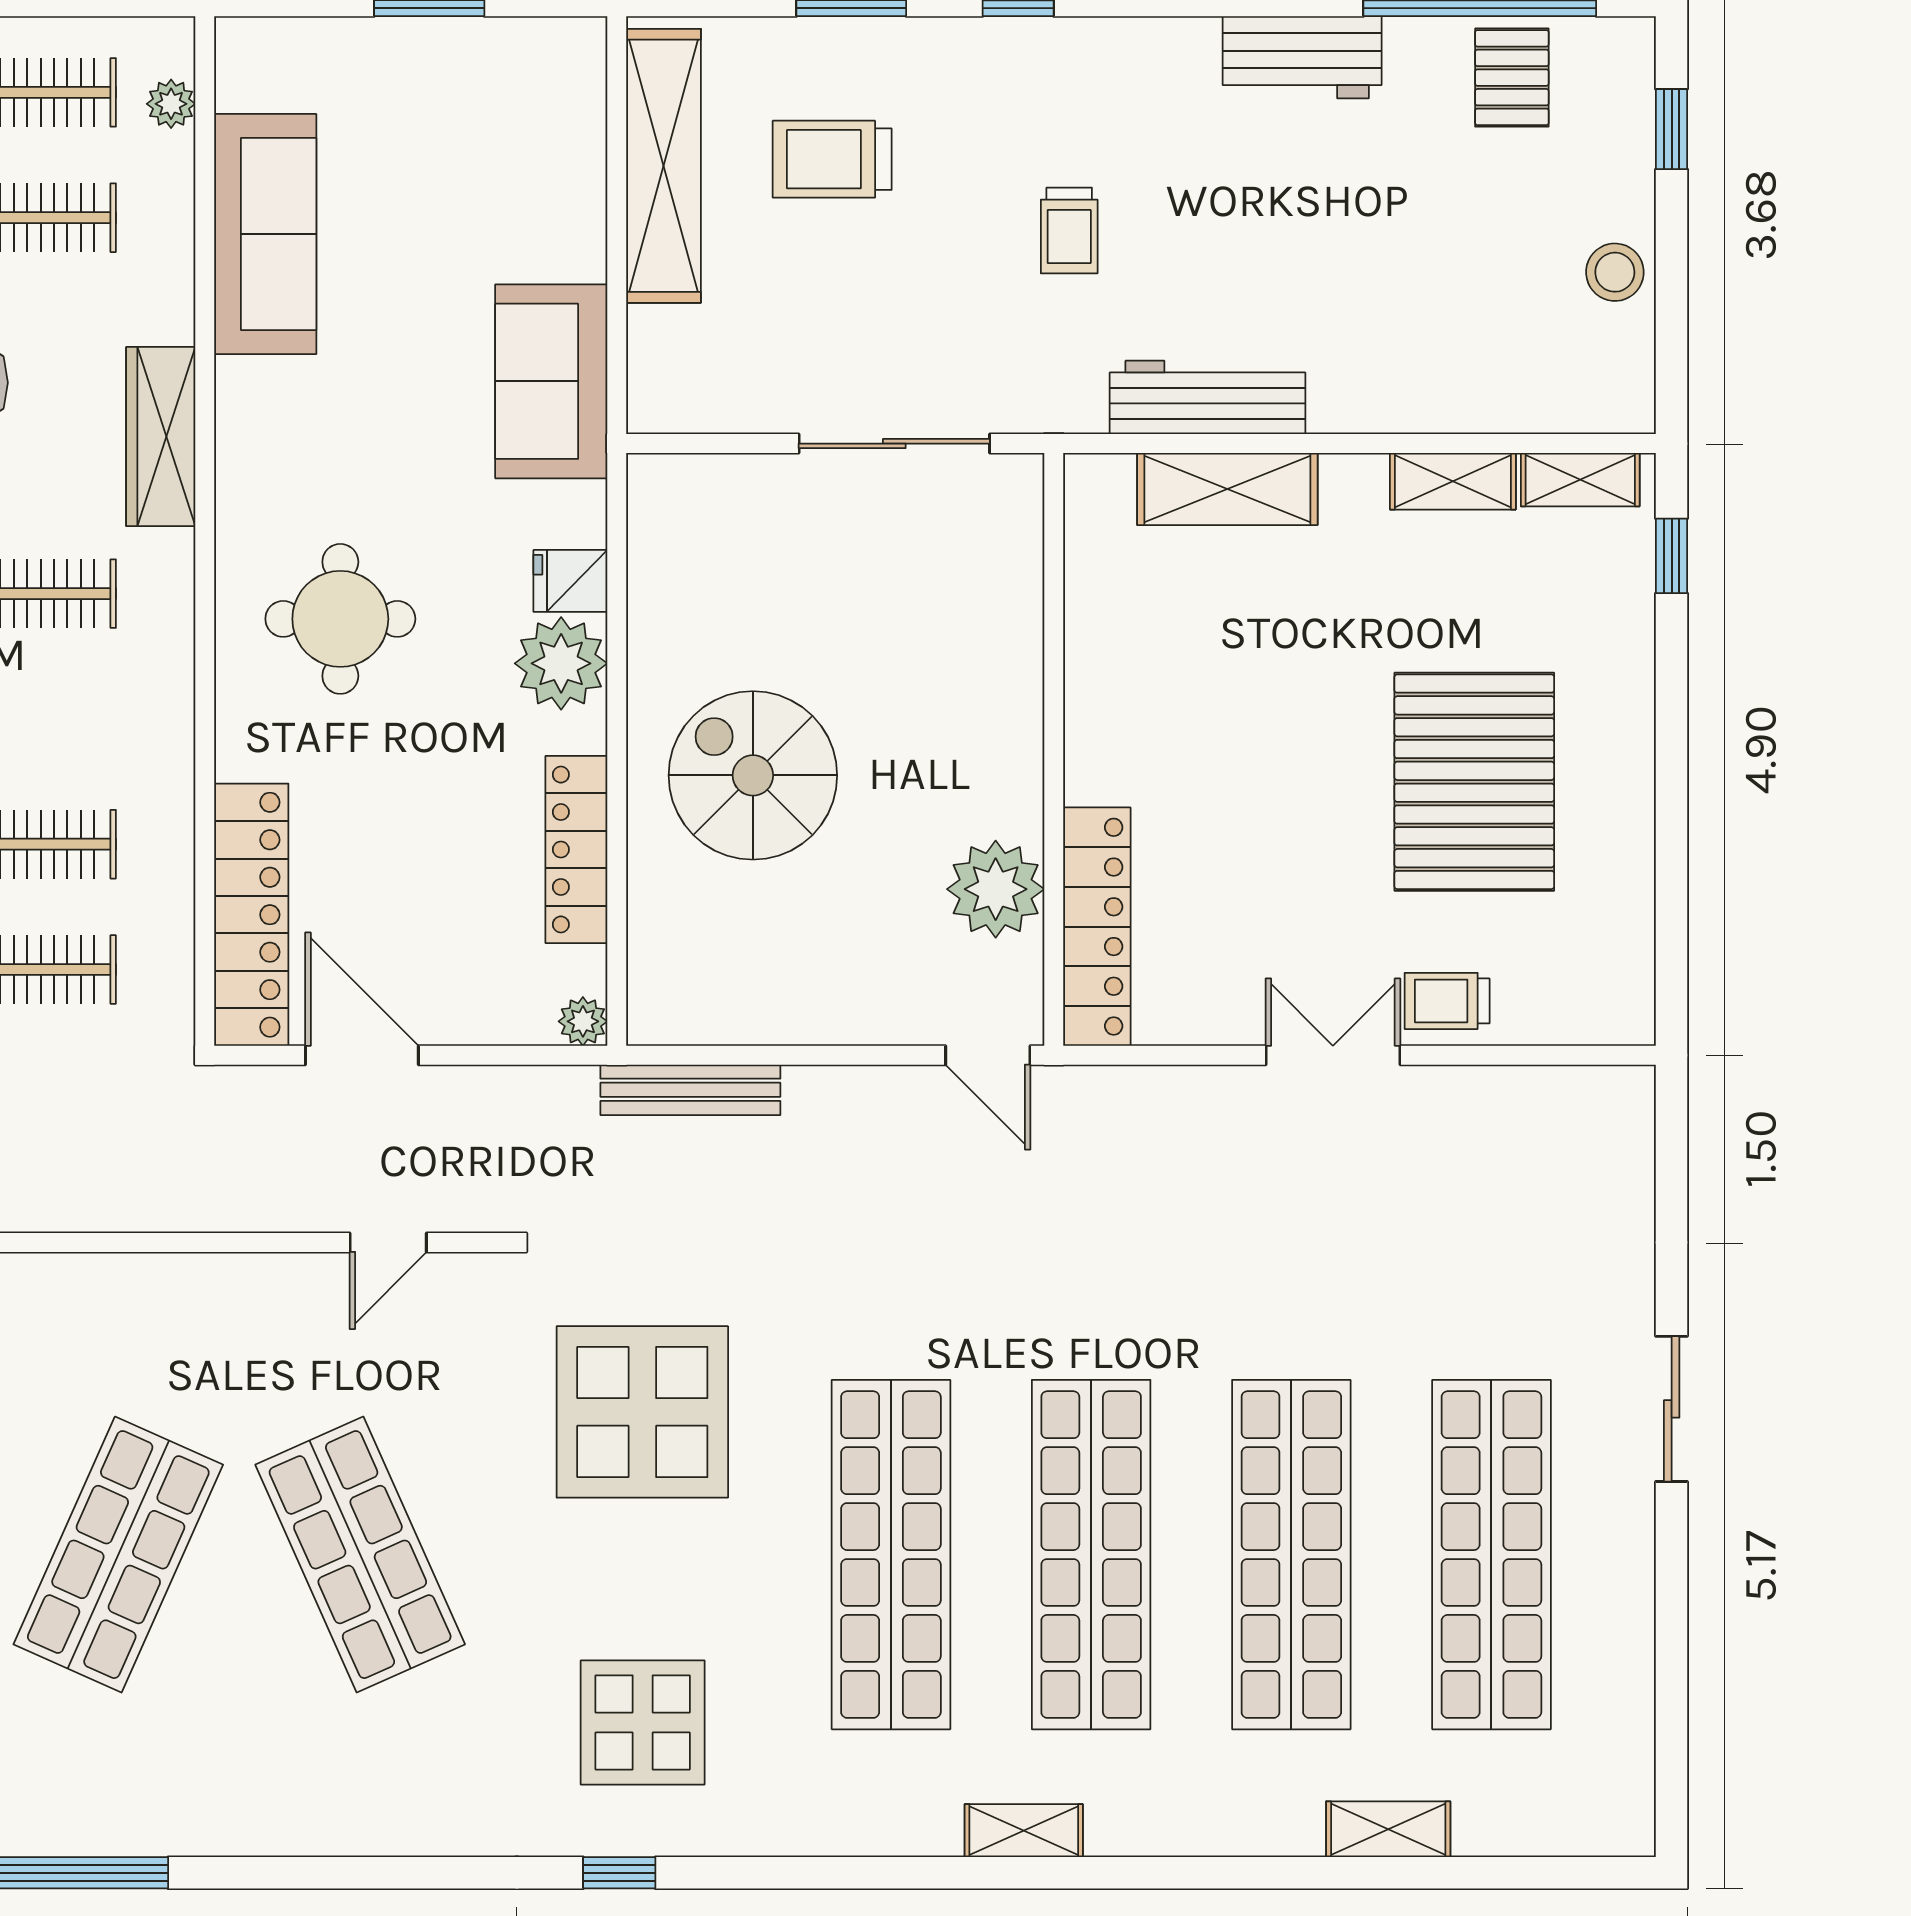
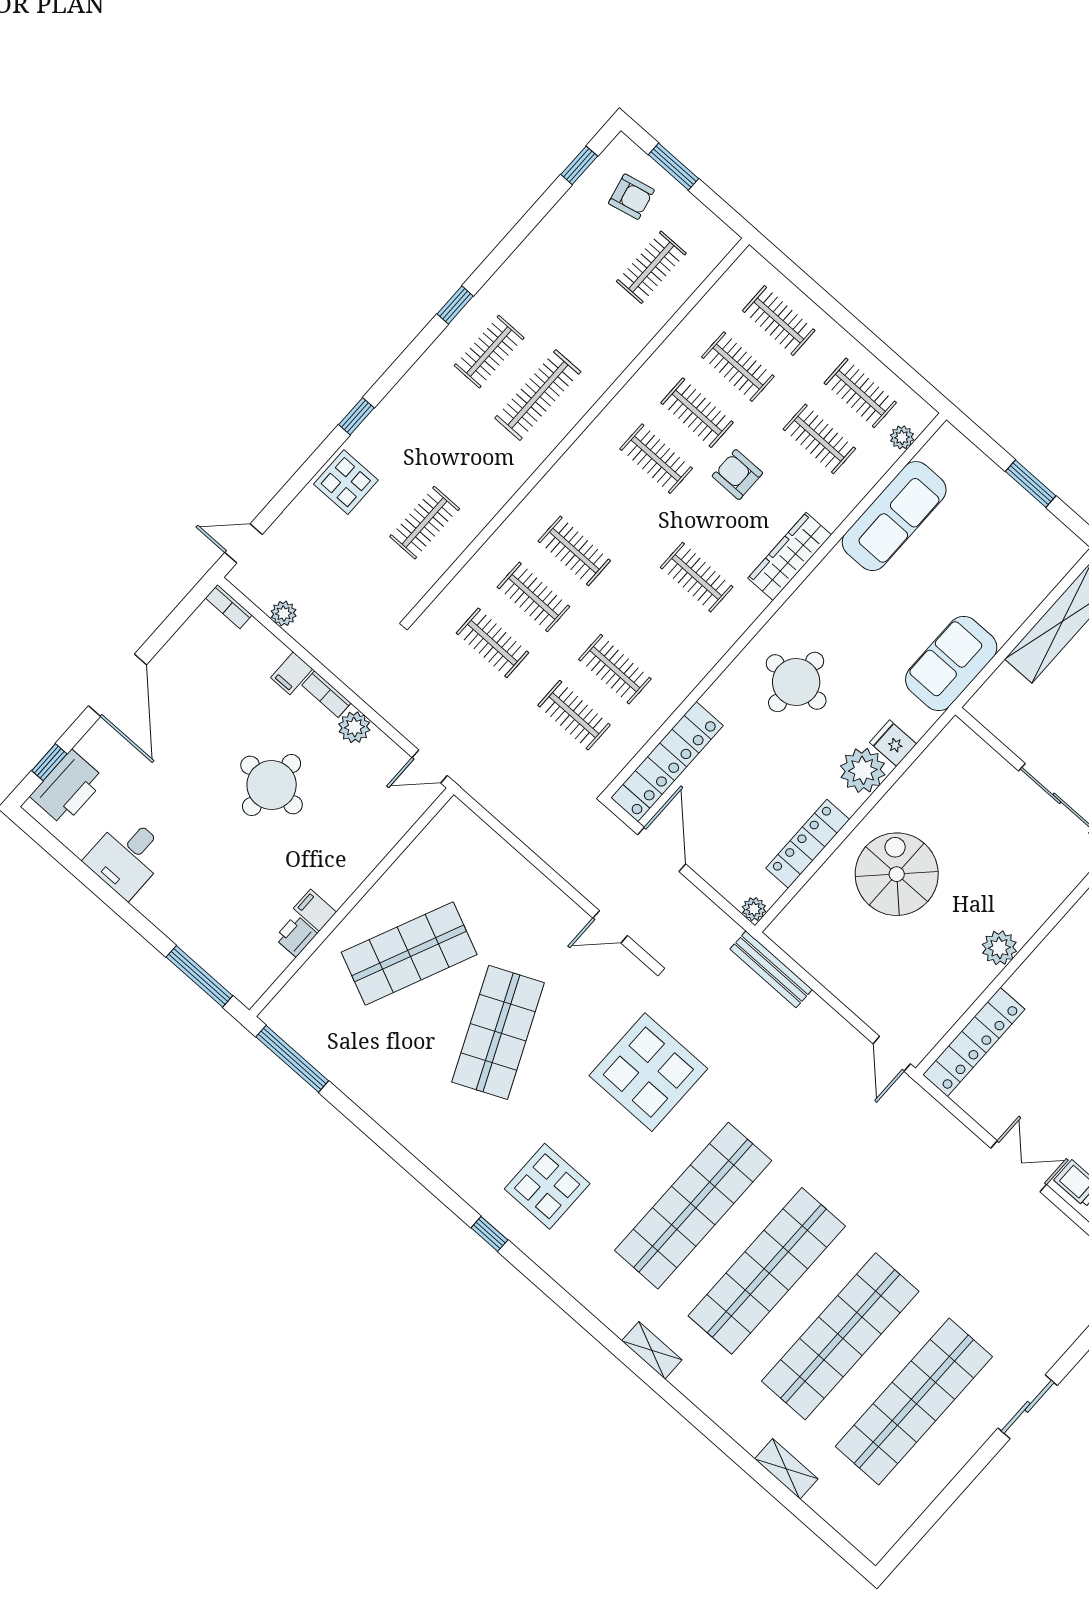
plant: (996, 889) -> (999, 948), moved, width x0.73, depth x0.73

